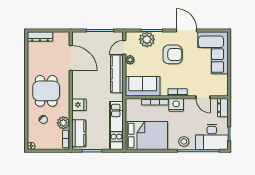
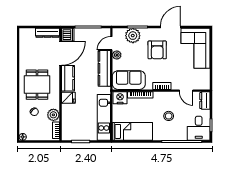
door: (186, 30) -> (170, 27), hinge flipped
dresser: (40, 36) -> (47, 33), moved
dishwasher: (78, 38) -> (68, 35), added
armchair: (173, 54) -> (157, 50), turned 90
door: (71, 58) -> (60, 53), hinge flipped
nightstand: (176, 105) -> (120, 98), moved
kitchen counter: (79, 133) -> (68, 78), moved
bed: (146, 135) -> (132, 131), width x0.67
desk: (212, 137) -> (199, 128), width x0.73
stool: (184, 141) -> (169, 116), moved

